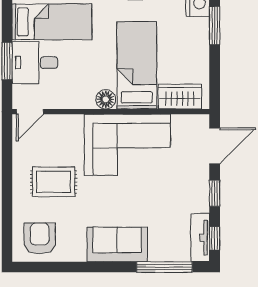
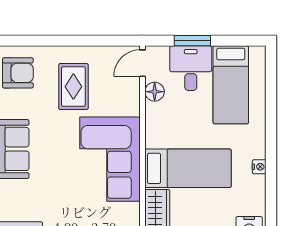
floor lamp: (106, 99) -> (155, 92), moved
door: (30, 112) -> (143, 63), hinge flipped

